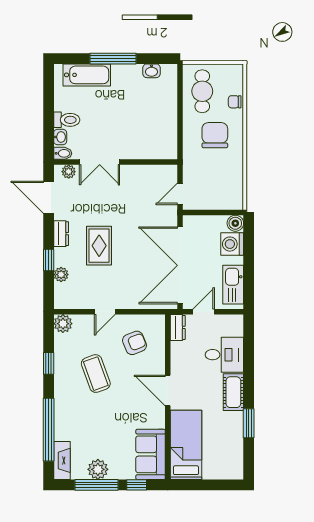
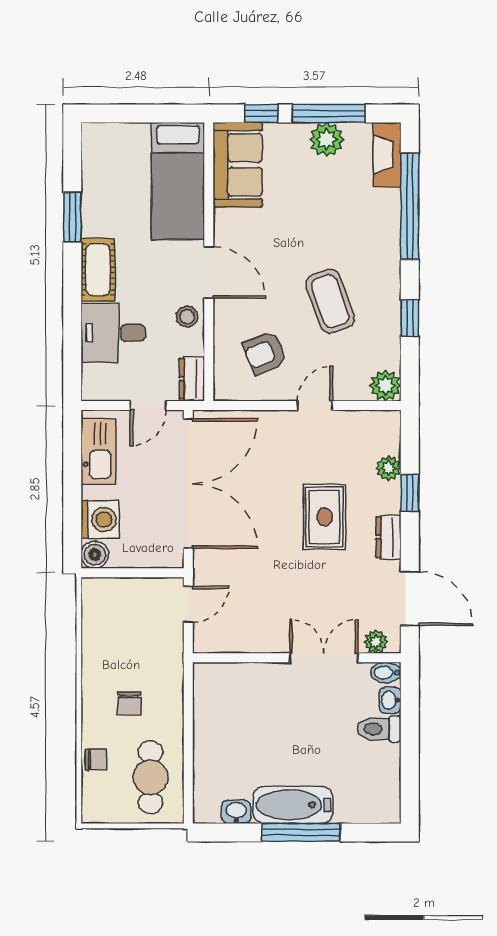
bathtub: (87, 75) -> (293, 805), moved
chair: (215, 135) -> (129, 703), width x0.54, depth x0.54
stool: (181, 364) -> (187, 317), added

